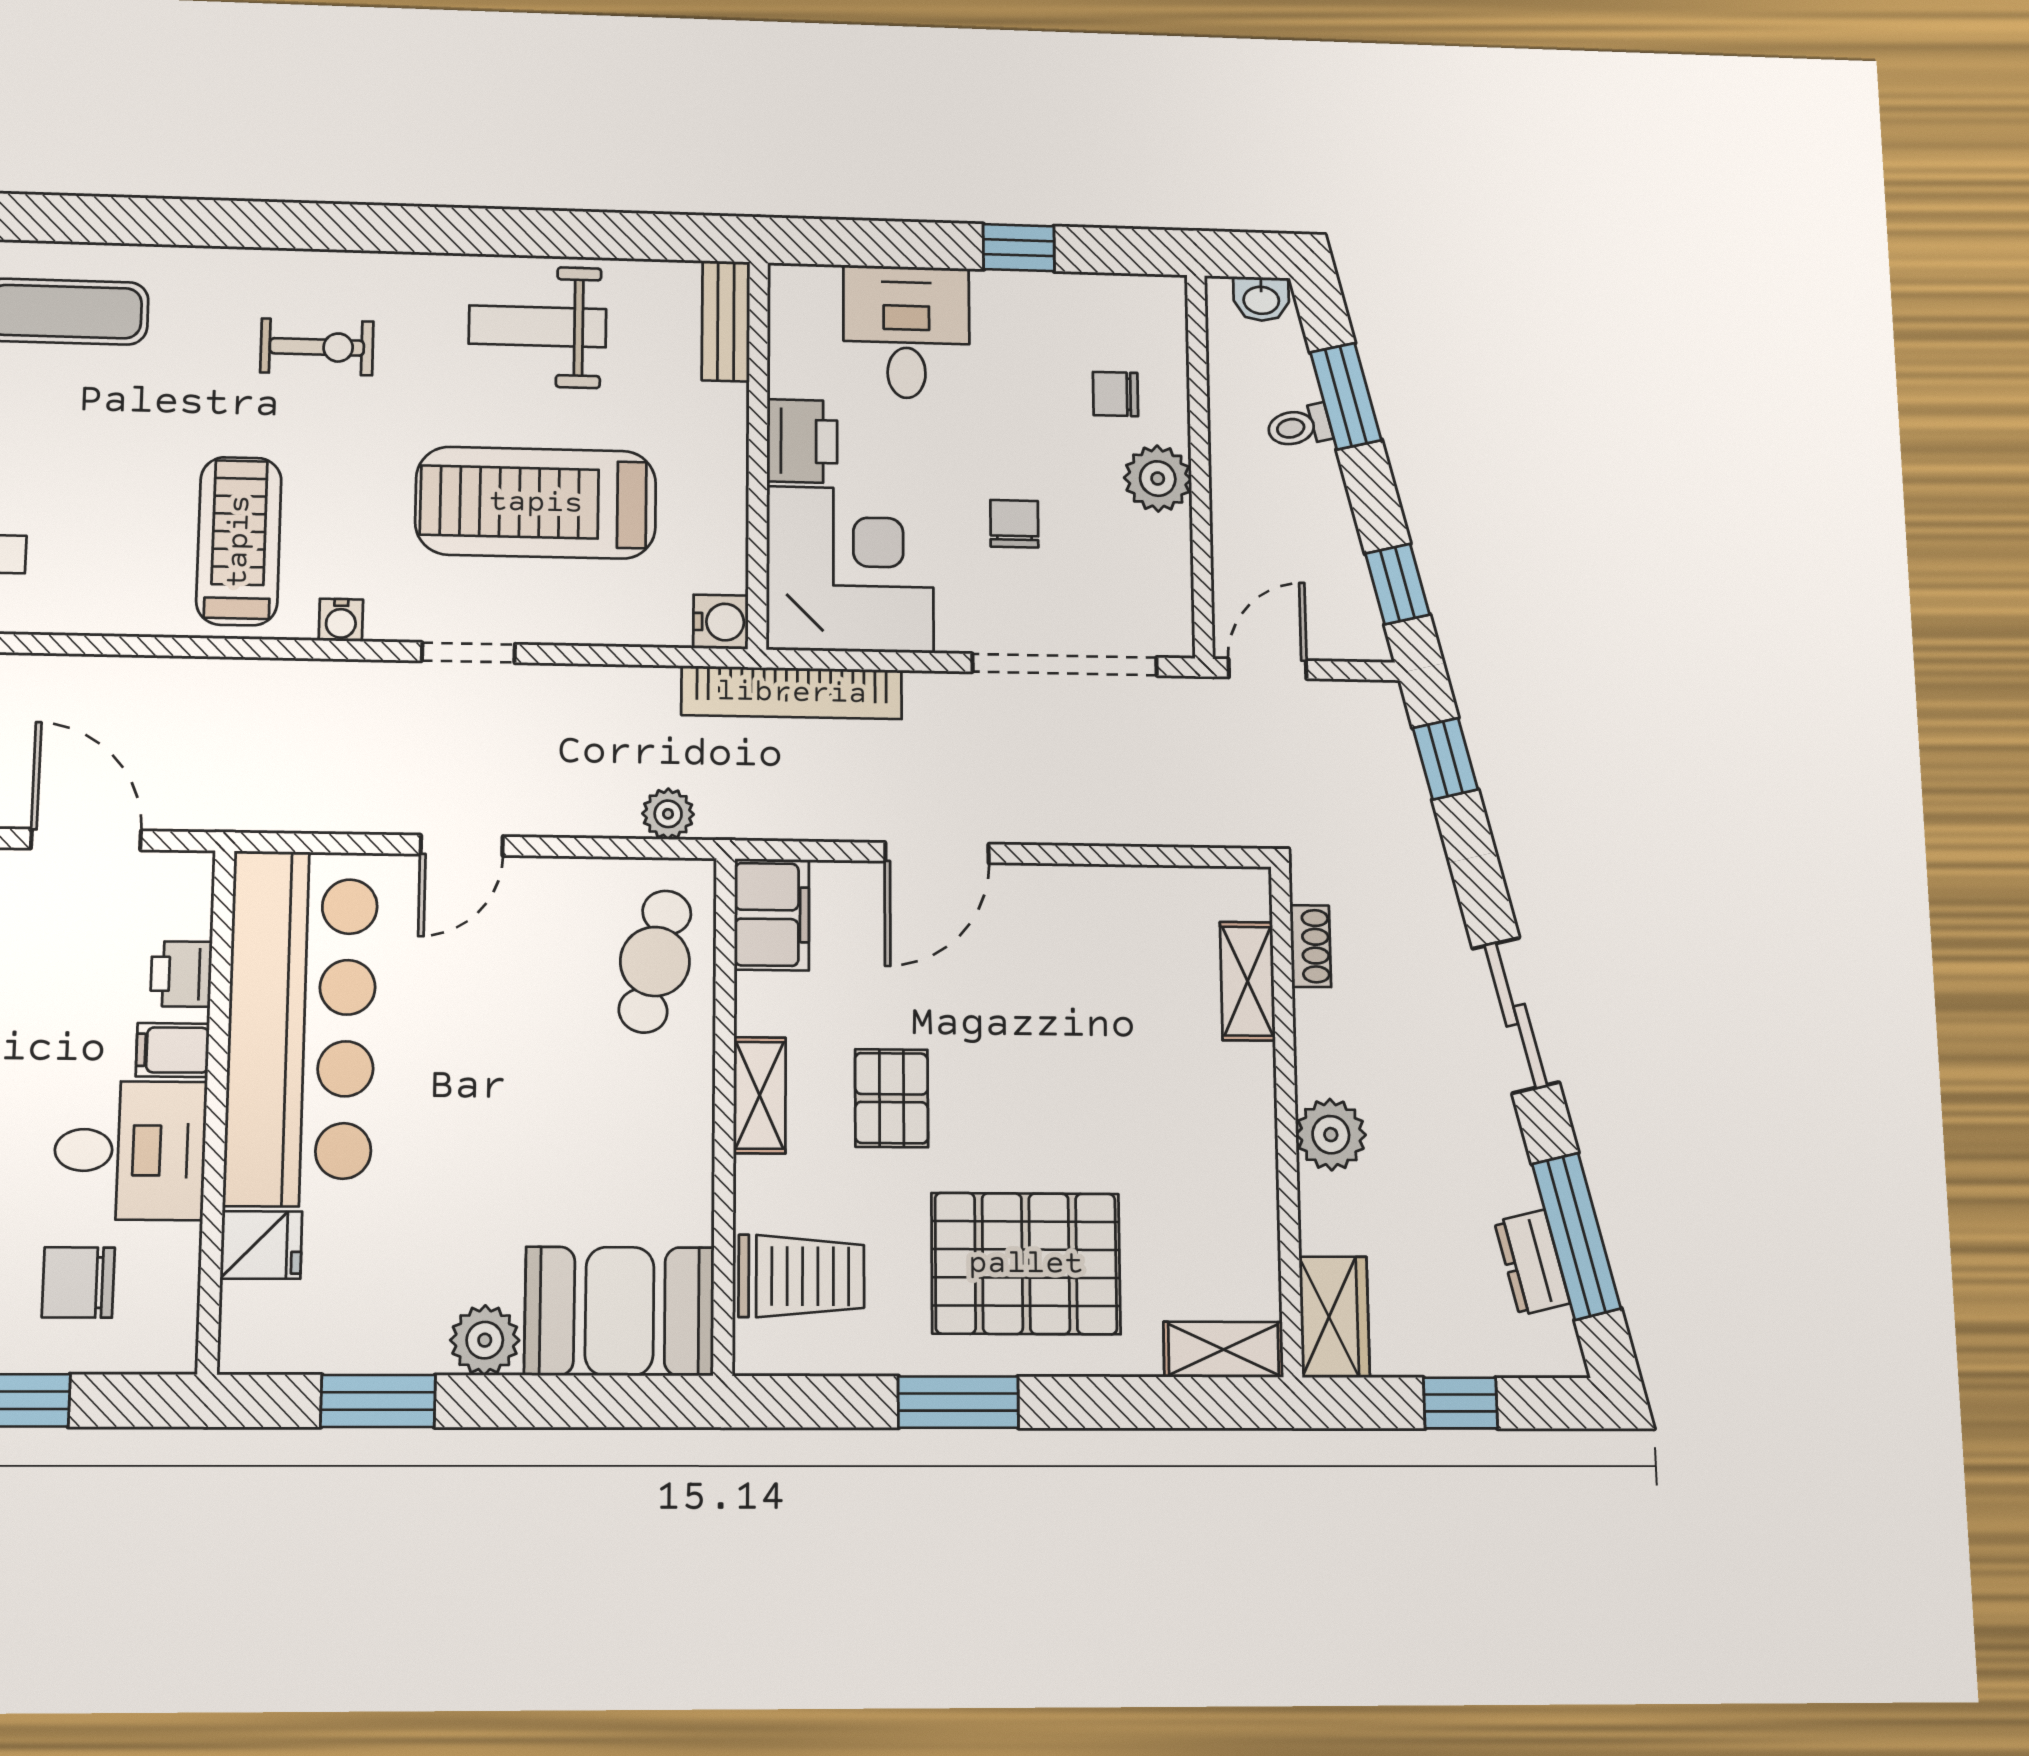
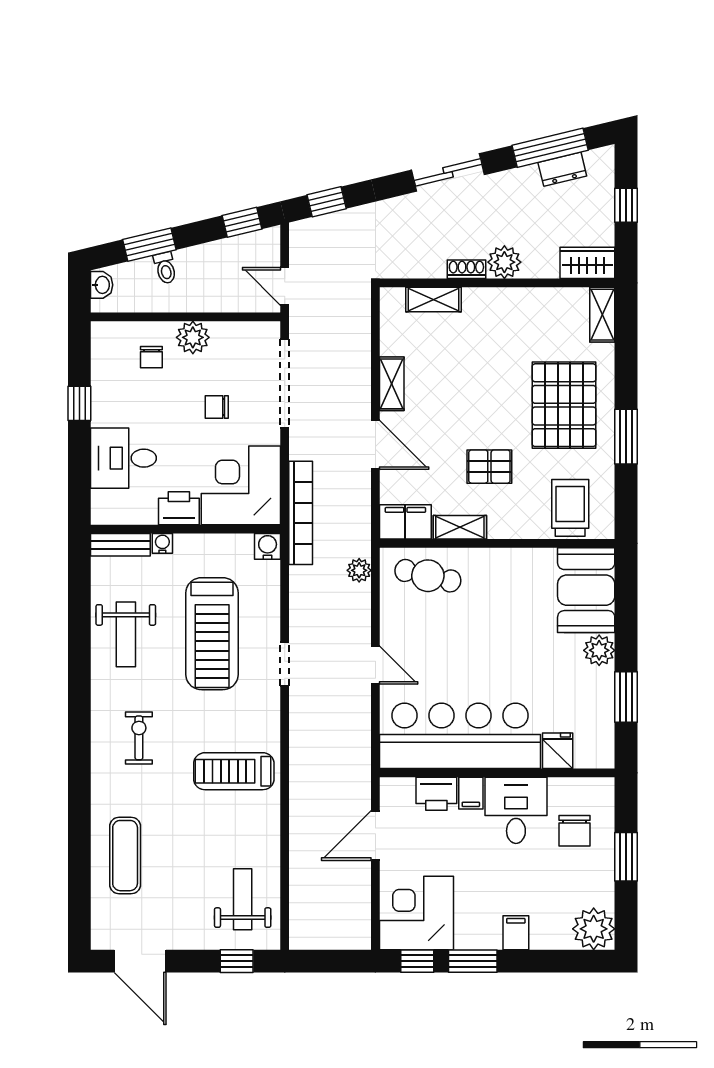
water cooler: (341, 620) -> (162, 543), moved, turned -90
shelving: (1067, 889) -> (392, 384), added
shoe rack: (1310, 946) -> (466, 269), moved
printer: (181, 974) -> (436, 794), width x1.36, depth x1.24
shelving: (760, 1095) -> (460, 527), moved

